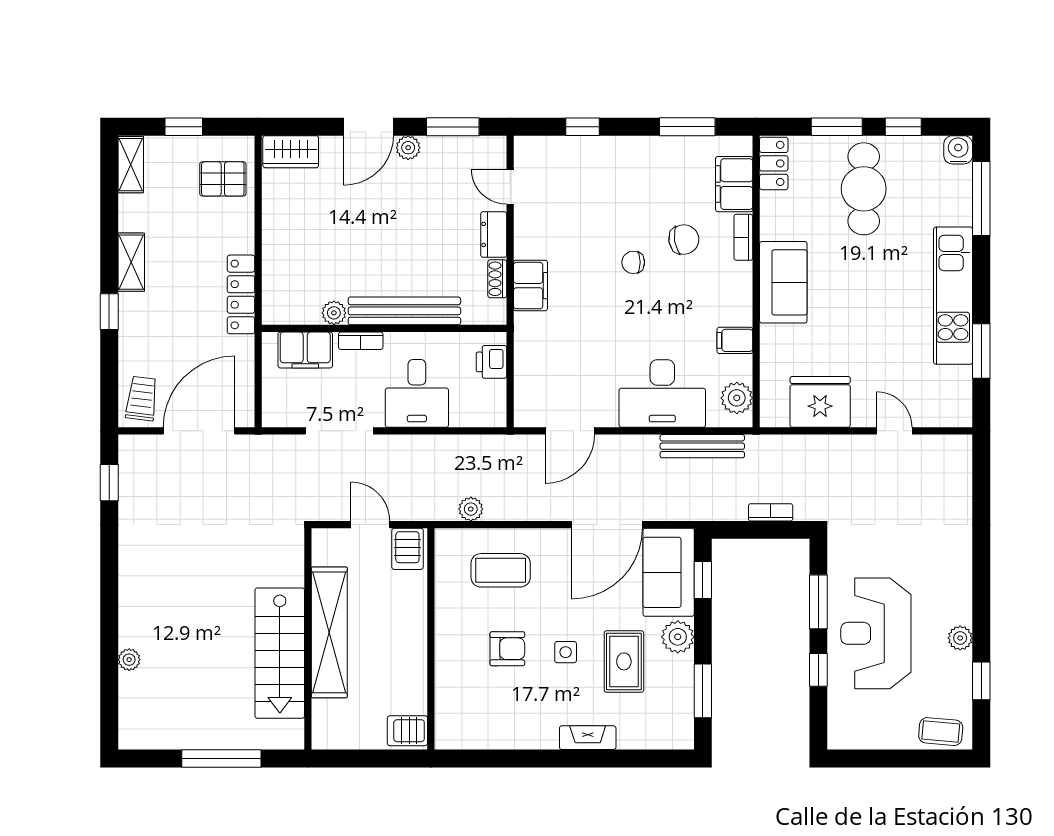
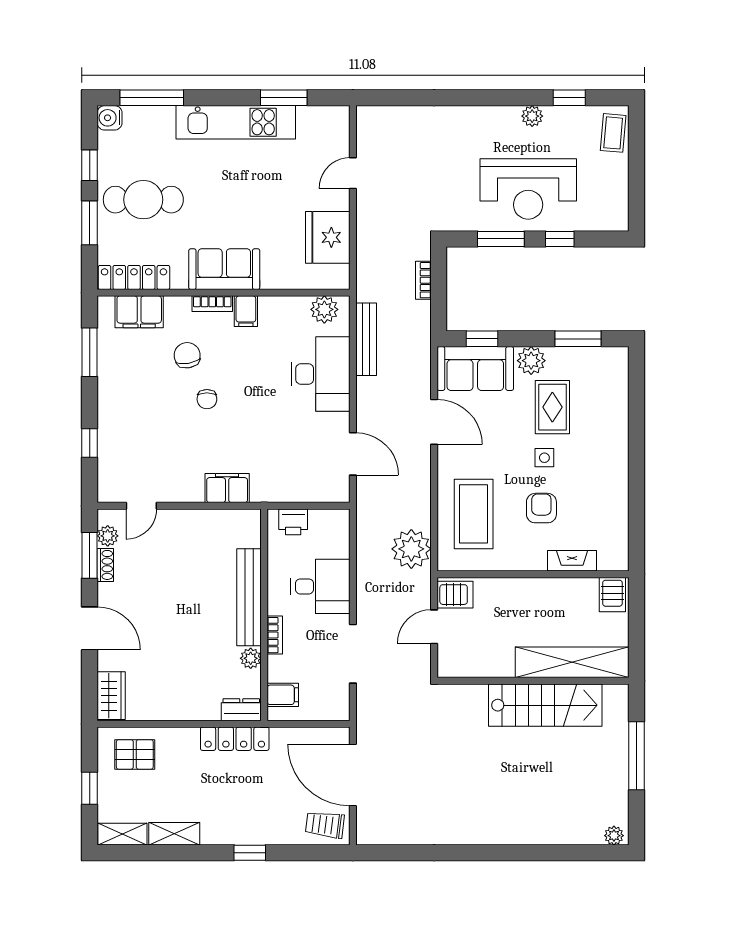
plant: (408, 148) -> (108, 536), moved
locker: (774, 163) -> (134, 277), width x1.53
pallet: (223, 179) -> (135, 754), turned 90
dresser: (494, 234) -> (241, 710), moved, turned 180
bookcase: (743, 237) -> (212, 304), moved
shelving: (131, 262) -> (174, 834), moved
shoe rack: (497, 279) -> (105, 565), moved, turned -90
filing cabinet: (735, 340) -> (246, 311), moved
filing cabinet: (305, 350) -> (283, 695), width x0.50
window: (109, 483) -> (398, 853), removed
plant: (471, 509) -> (411, 549), width x1.88, depth x1.88
door: (607, 525) -> (434, 422), width x0.73
coffee table: (501, 570) -> (474, 514), width x1.36, depth x1.32
shelving: (329, 632) -> (572, 662), moved
plant: (129, 660) -> (614, 836), moved
rug: (624, 661) -> (552, 407), turned 90
fireplace: (588, 738) -> (572, 561), moved, turned 90

